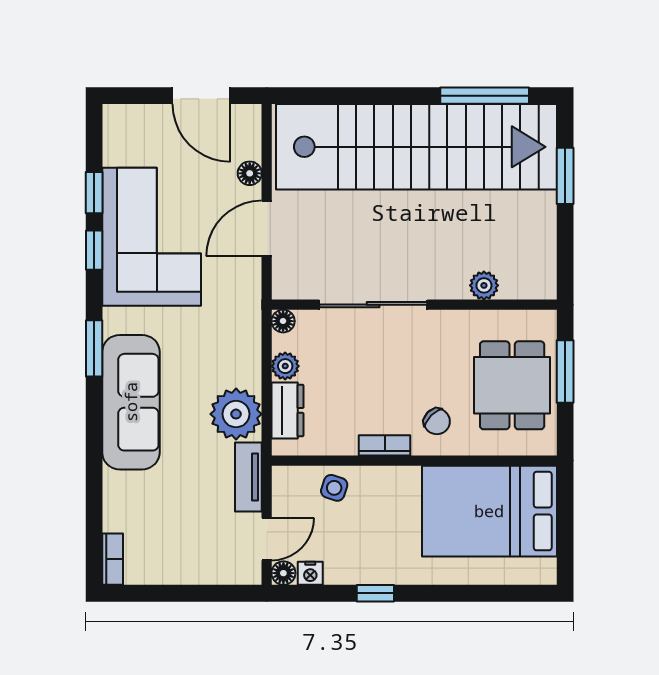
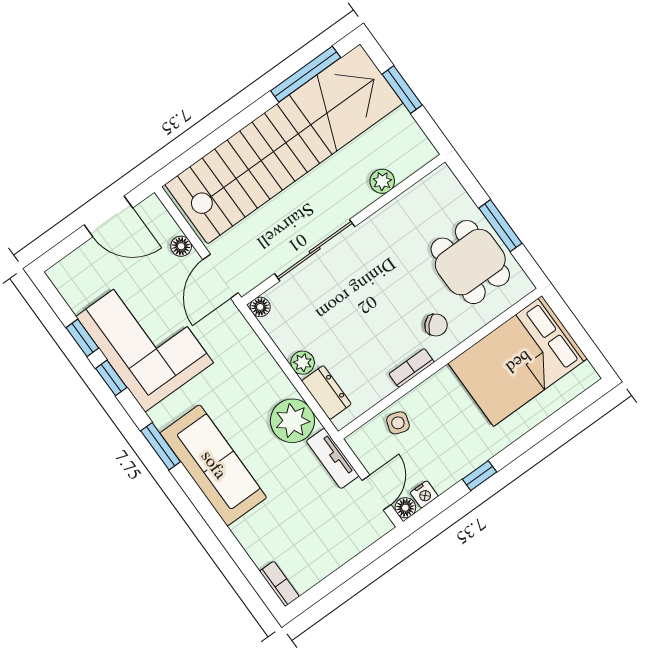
plant: (484, 285) -> (382, 181), moved
sliding door: (373, 305) -> (315, 250), moved
wall: (414, 305) -> (343, 230), moved
floor lamp: (283, 321) -> (260, 307), moved

